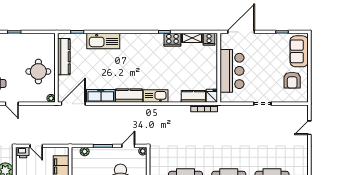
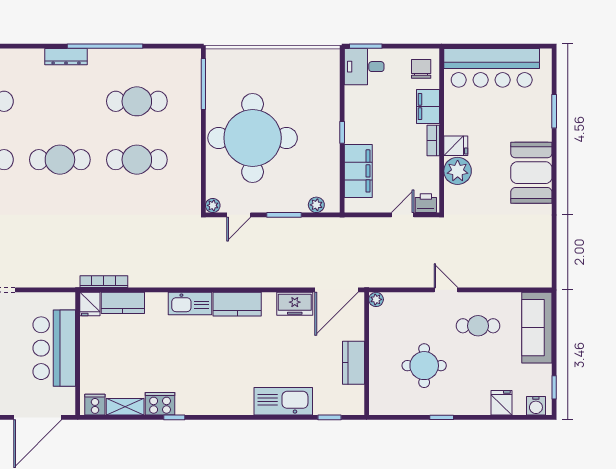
kitchen counter: (64, 57) -> (354, 363), width x0.67
round table: (38, 71) -> (424, 366), moved
freezer: (101, 96) -> (295, 304), width x0.71
door: (36, 146) -> (403, 215), hinge flipped

